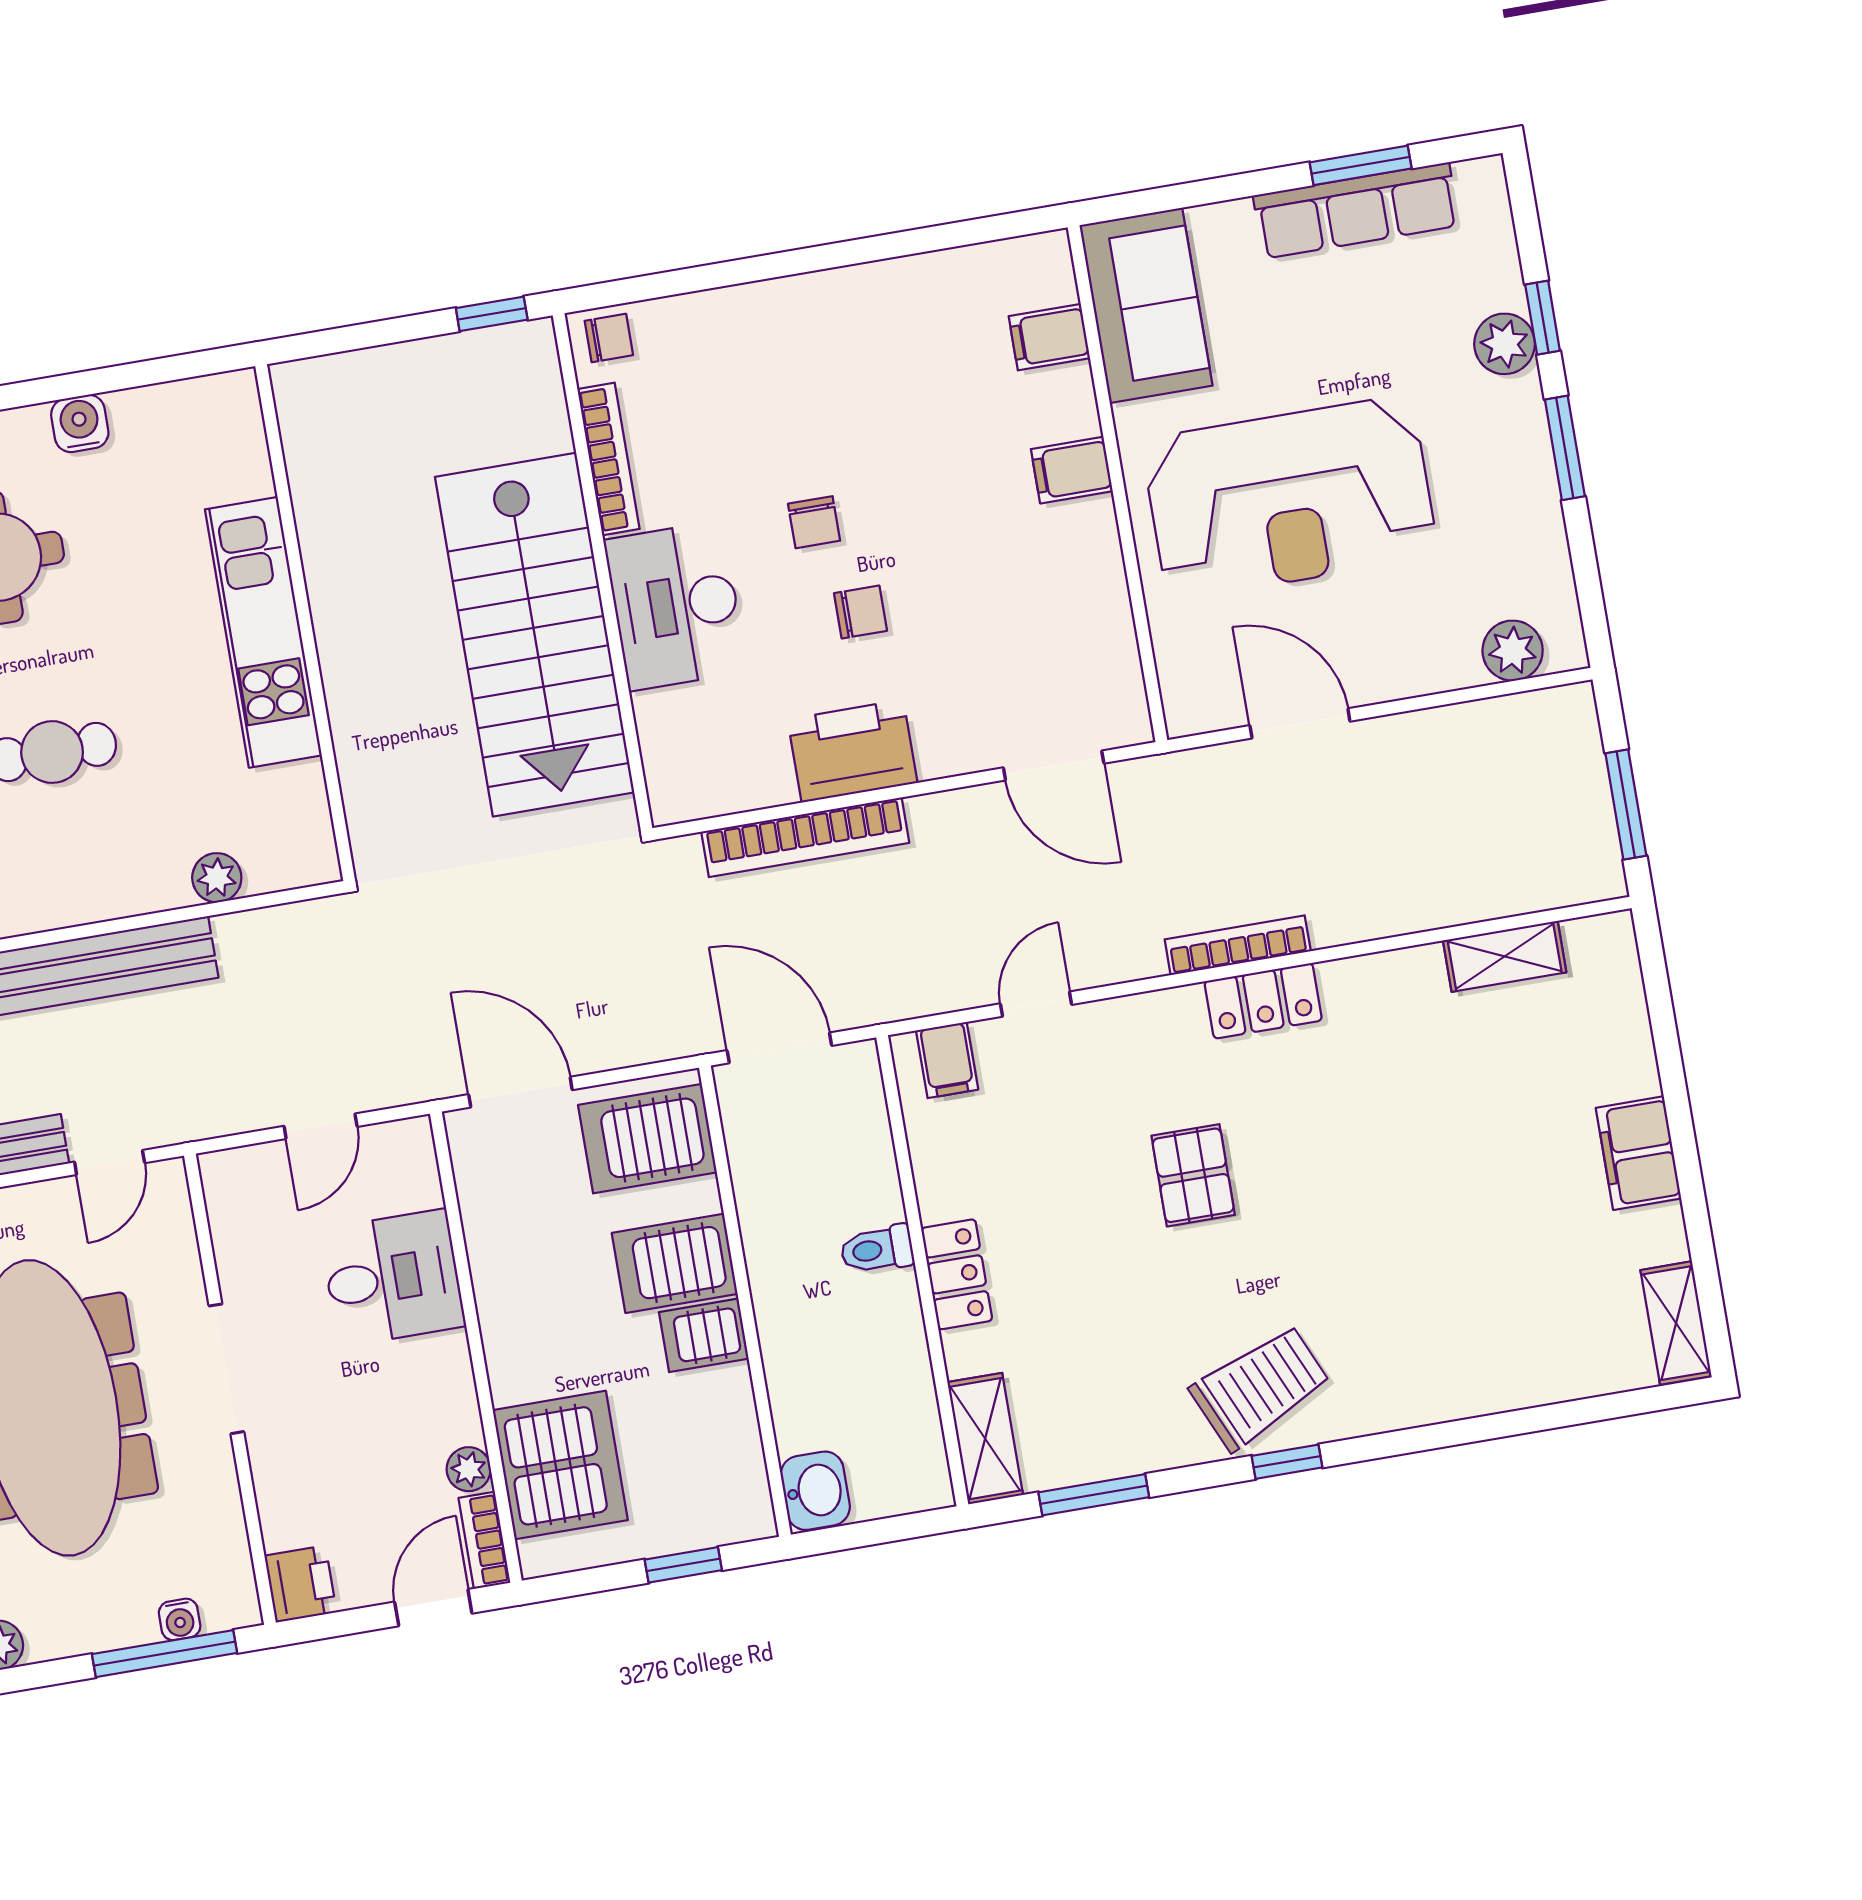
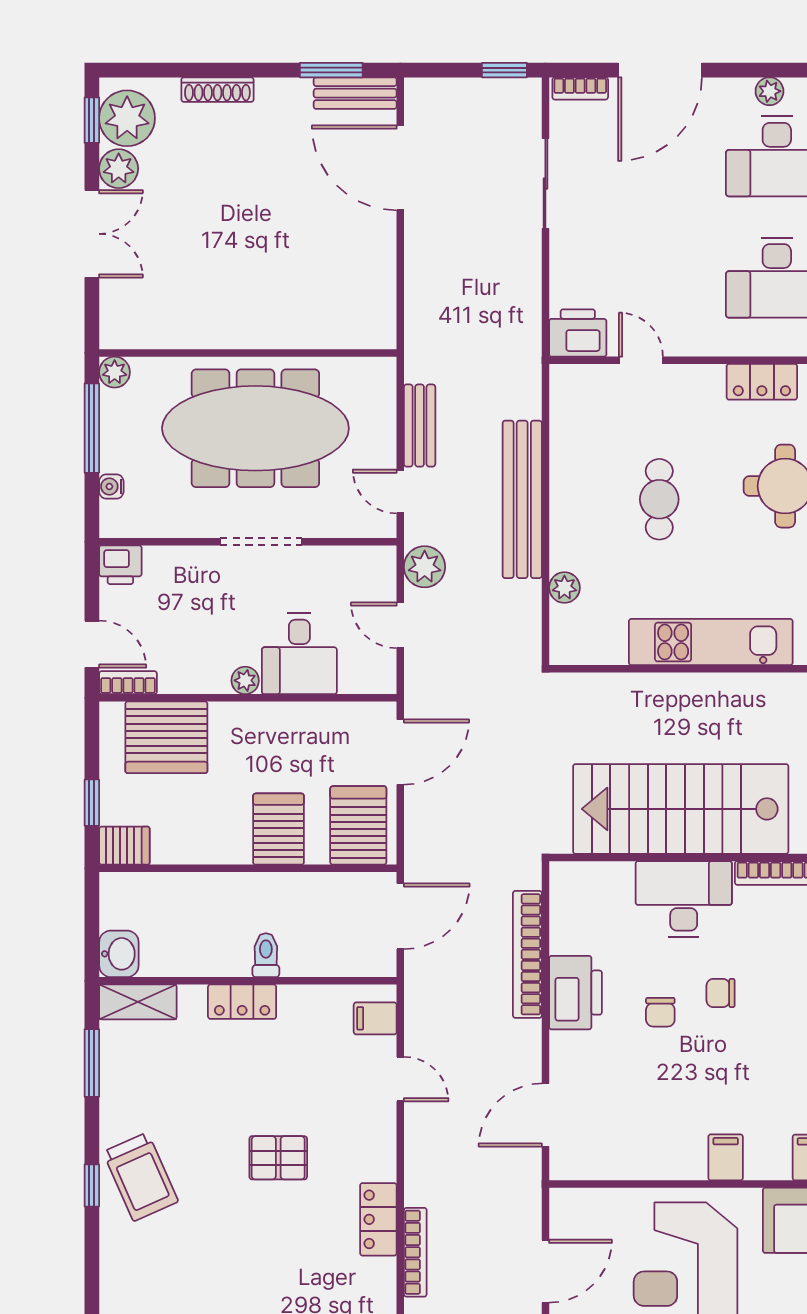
bookcase: (1238, 945) -> (415, 1252), moved
plant: (222, 1104) -> (425, 567), added
server rack: (704, 1335) -> (124, 846), moved, turned 90
plant: (469, 1469) -> (245, 680), moved
washbasin: (815, 1491) -> (119, 954), moved, turned -90
window: (165, 1654) -> (92, 428), moved

